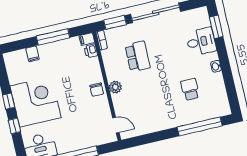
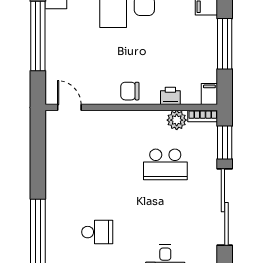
printer: (91, 51) -> (170, 96), moved
plant: (115, 87) -> (177, 120), moved
door: (116, 125) -> (69, 107), swing flipped

